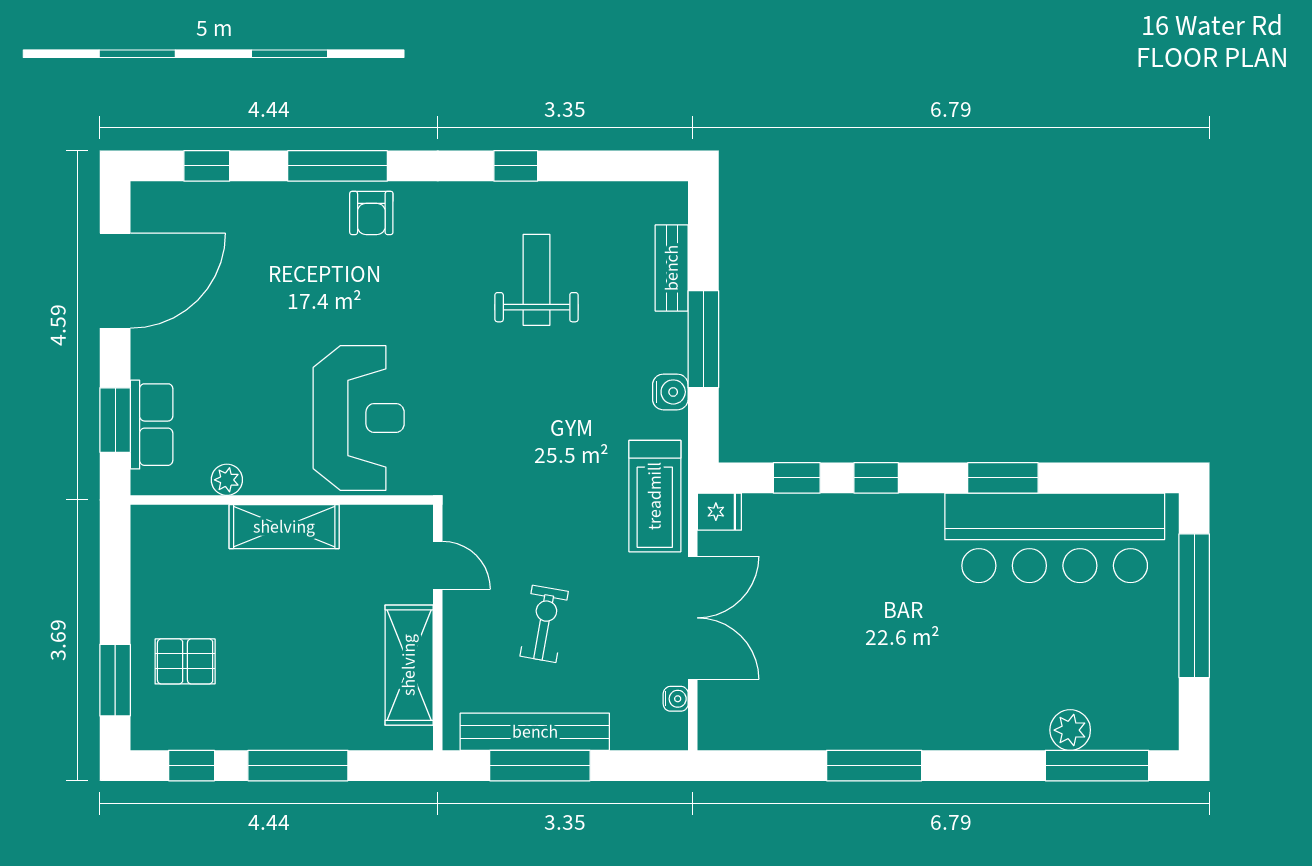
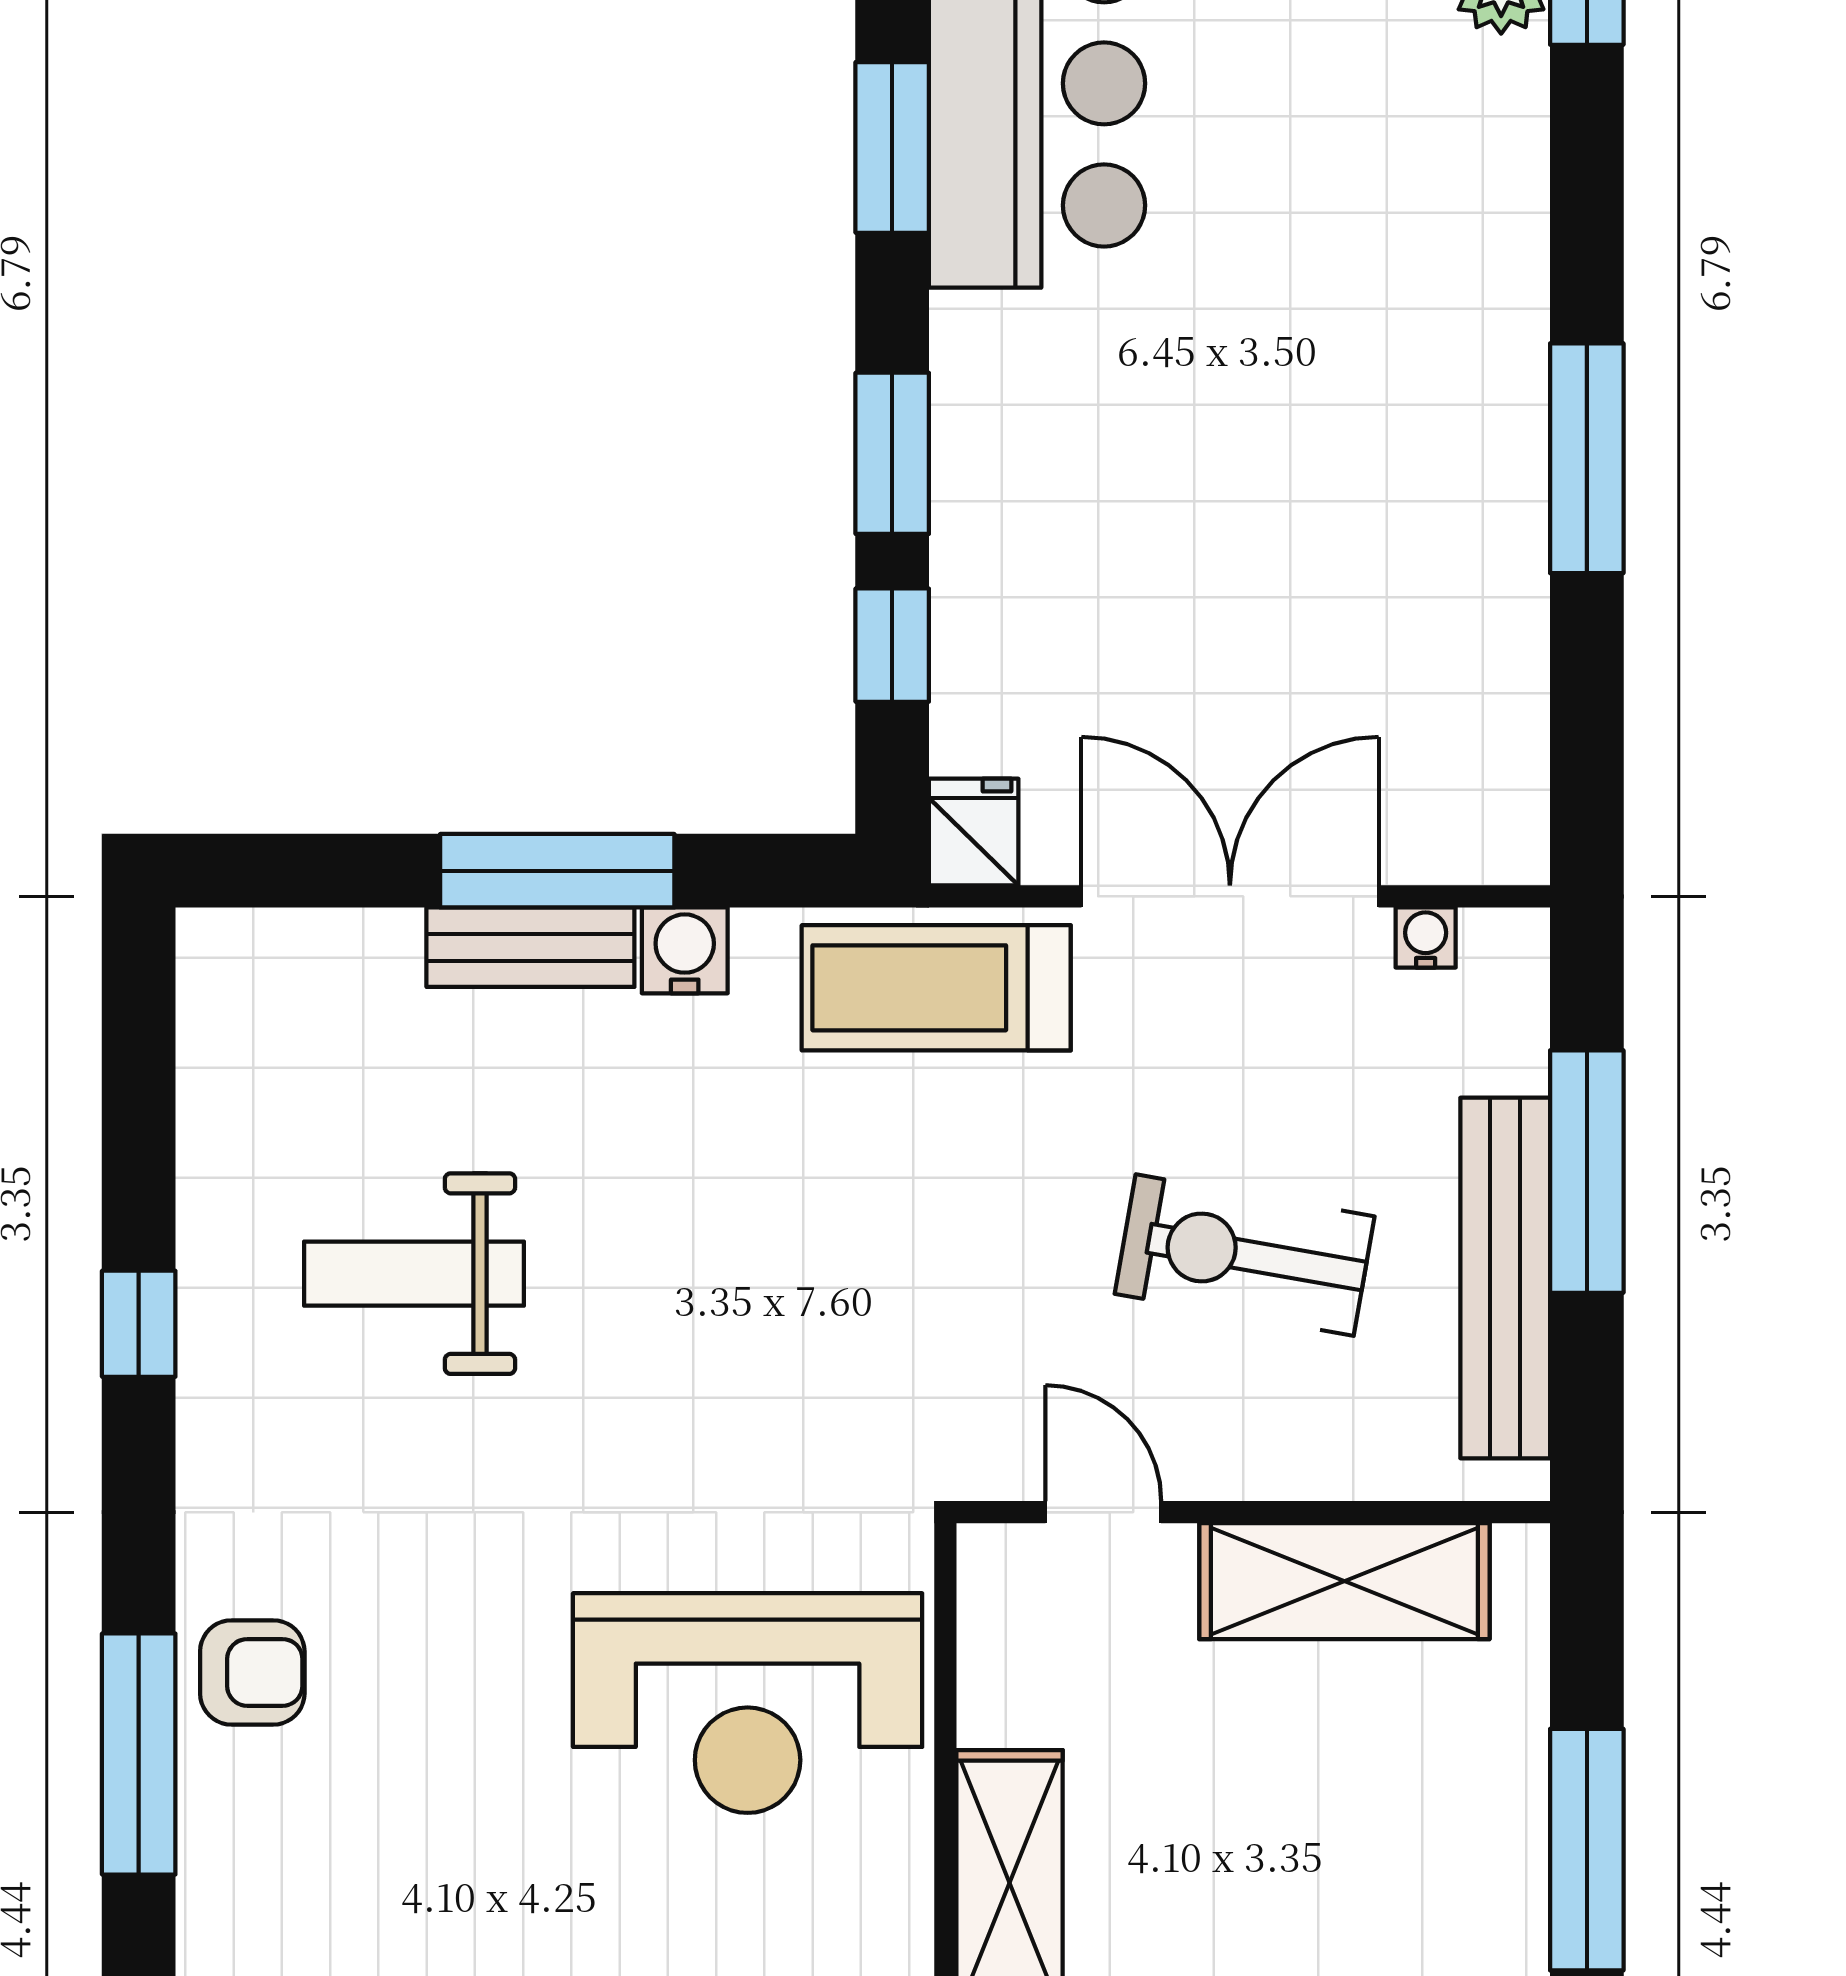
bench: (672, 268) -> (530, 947), moved
reception desk: (359, 418) -> (748, 1703), turned 180
window: (876, 478) -> (892, 453), width x1.50
treadmill: (655, 496) -> (936, 988), turned 180
door: (438, 565) -> (1103, 1512), hinge flipped
exercise bike: (544, 624) -> (1245, 1255), width x1.38, depth x1.39
window: (540, 766) -> (1587, 1172), moved

